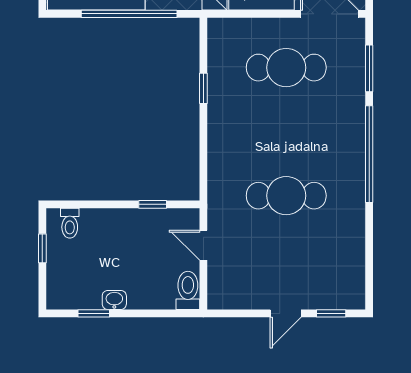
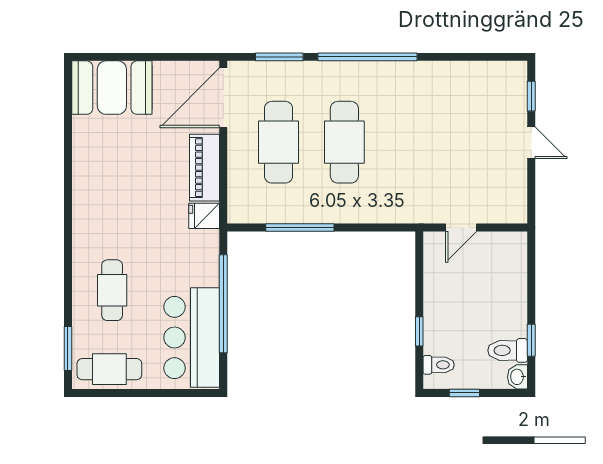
window: (203, 88) -> (300, 227), width x2.17
cafe table: (286, 196) -> (344, 142), moved
window: (153, 204) -> (419, 331), moved
toilet: (188, 290) -> (508, 350), moved
washbasin: (114, 300) -> (518, 377), moved

